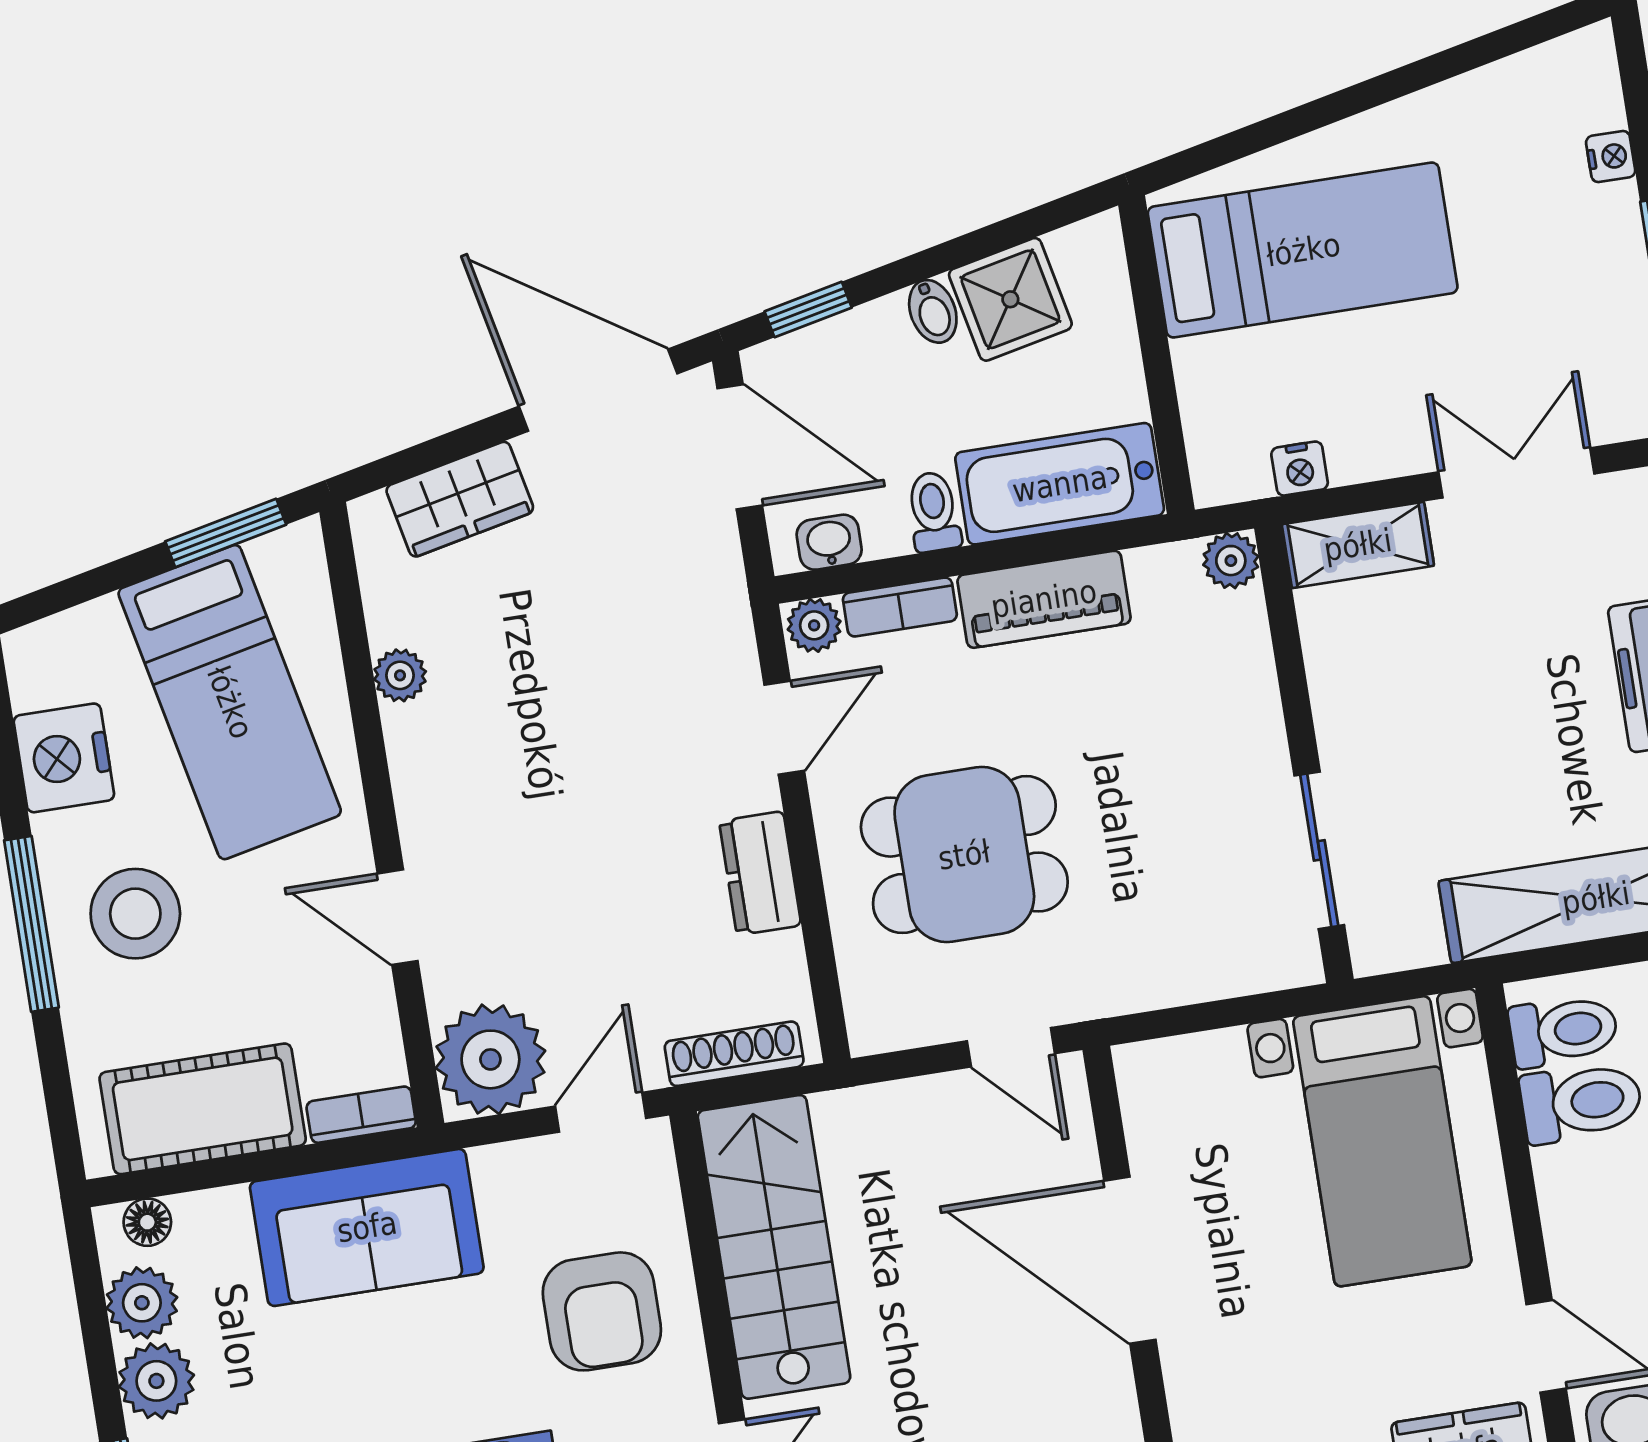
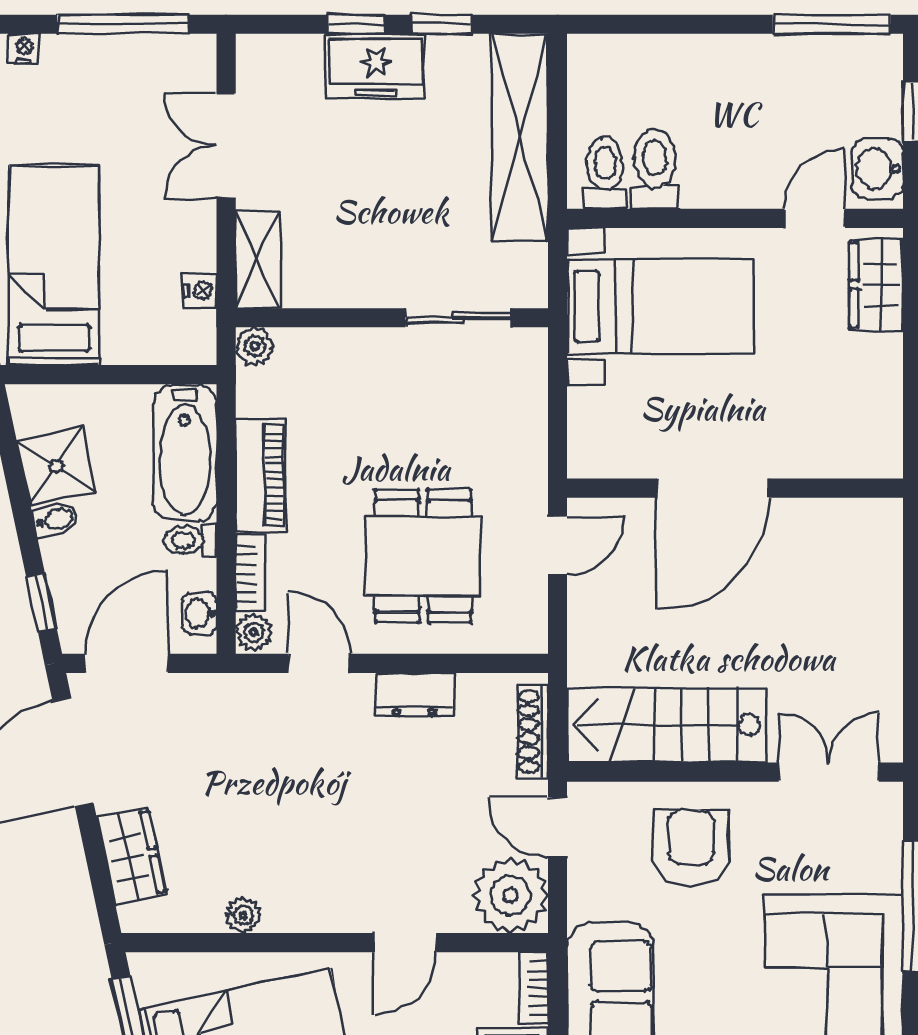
armchair: (602, 1311) -> (691, 848), turned -90

